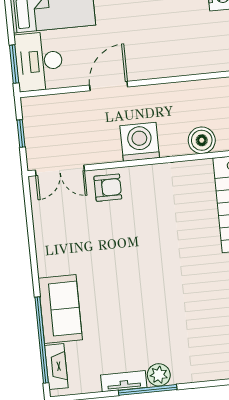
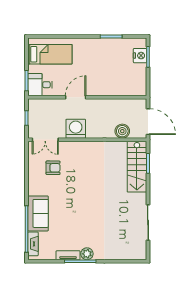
desk: (39, 61) -> (40, 85), width x0.73
washing machine: (140, 142) -> (76, 129), moved
armchair: (108, 188) -> (53, 168), moved

